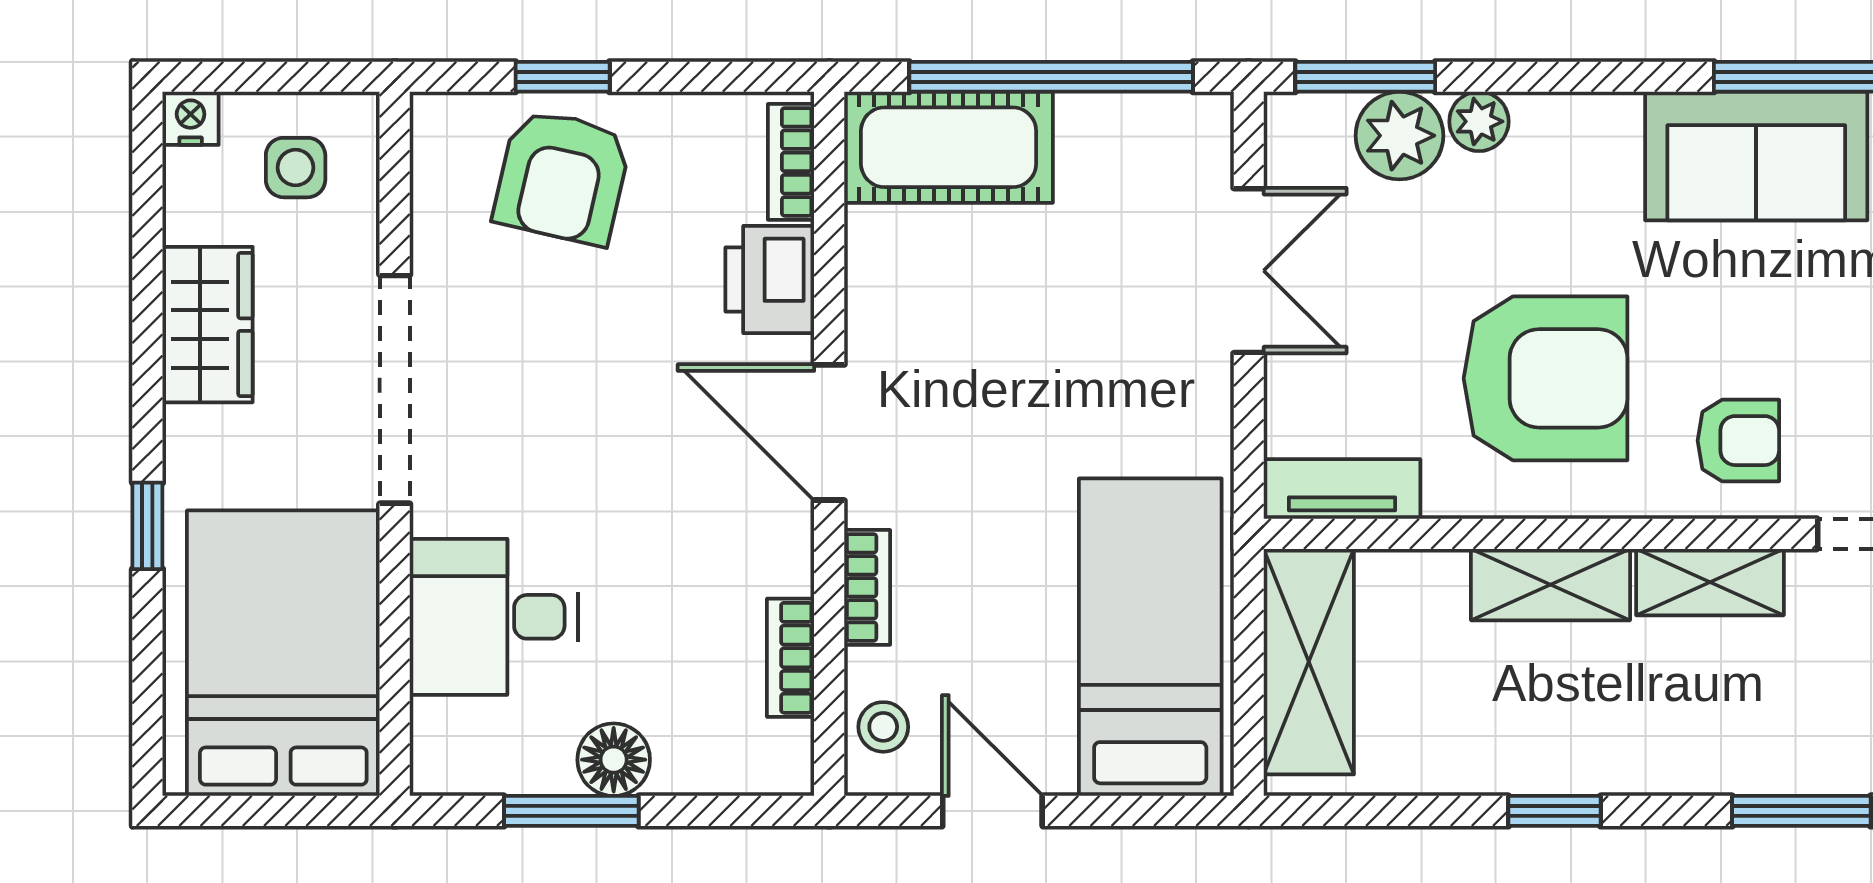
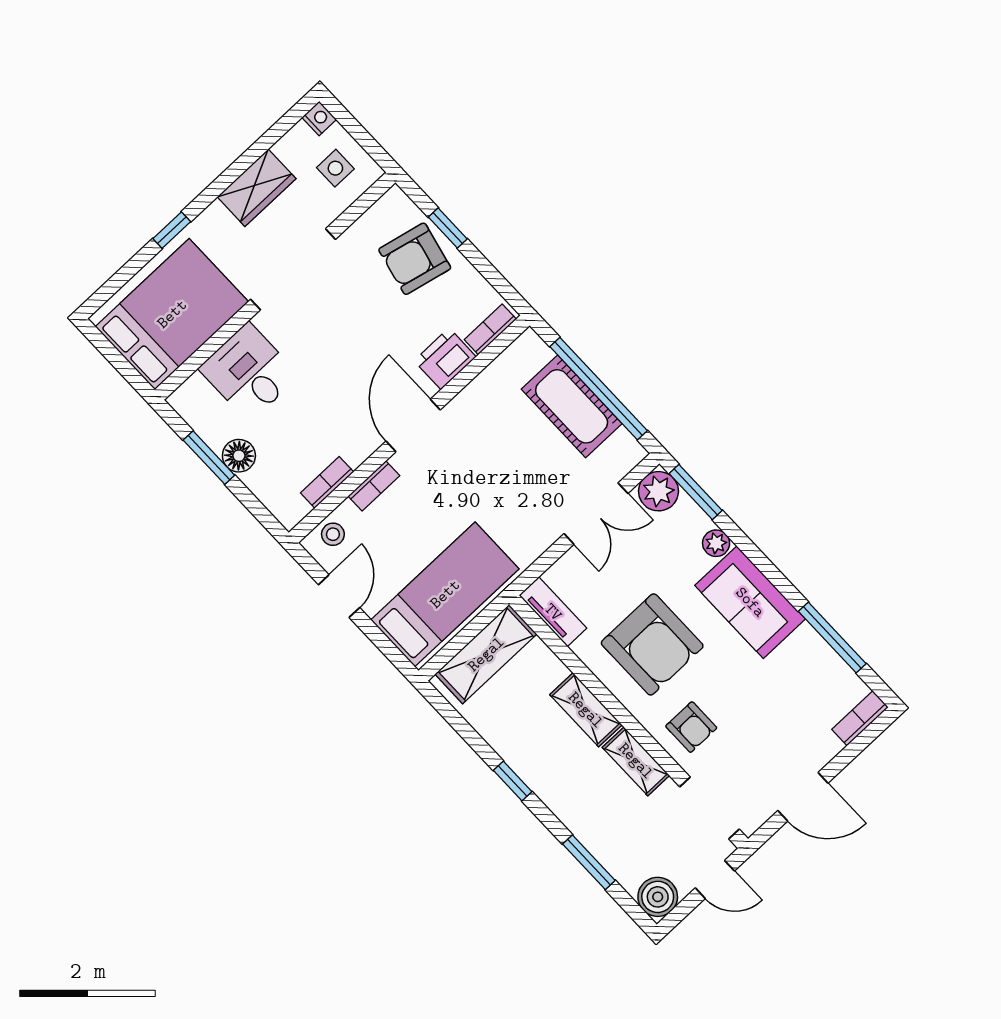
plant: (1399, 136) -> (658, 491), moved
cot: (949, 147) -> (572, 406), moved
sofa: (1756, 156) -> (750, 602), moved

